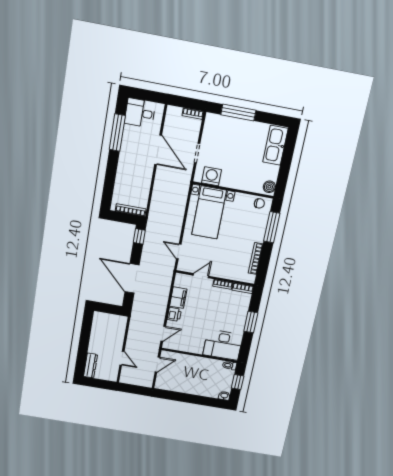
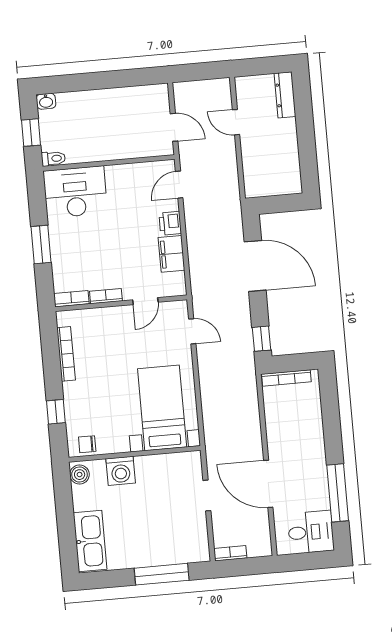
washing machine: (211, 176) -> (121, 471), moved
window: (272, 227) -> (56, 412), width x0.46
door: (157, 364) -> (174, 127), swing flipped

